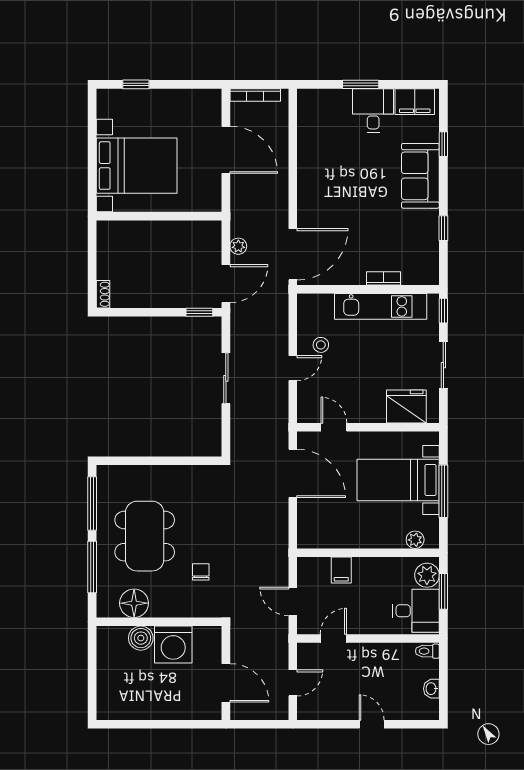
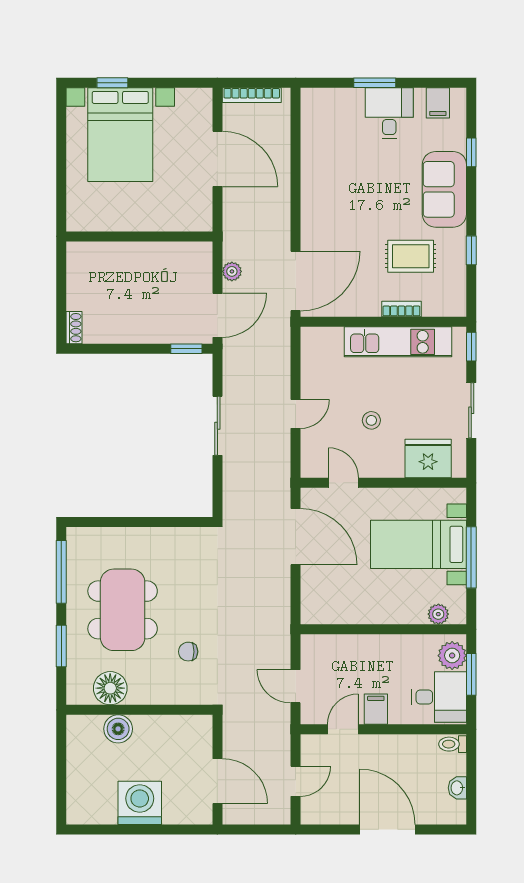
filing cabinet: (415, 102) -> (438, 103), width x0.50
bed with nightstands: (137, 166) -> (120, 135), moved, turned 90
rug: (391, 233) -> (411, 256), added
stool: (321, 345) -> (371, 420), moved
window: (92, 567) -> (61, 646), width x0.69
filing cabinet: (341, 570) -> (376, 709), moved, turned 180
chair: (201, 572) -> (188, 652), turned -90
washing machine: (173, 645) -> (140, 803), moved, turned 180
door: (372, 724) -> (388, 829), width x1.87

